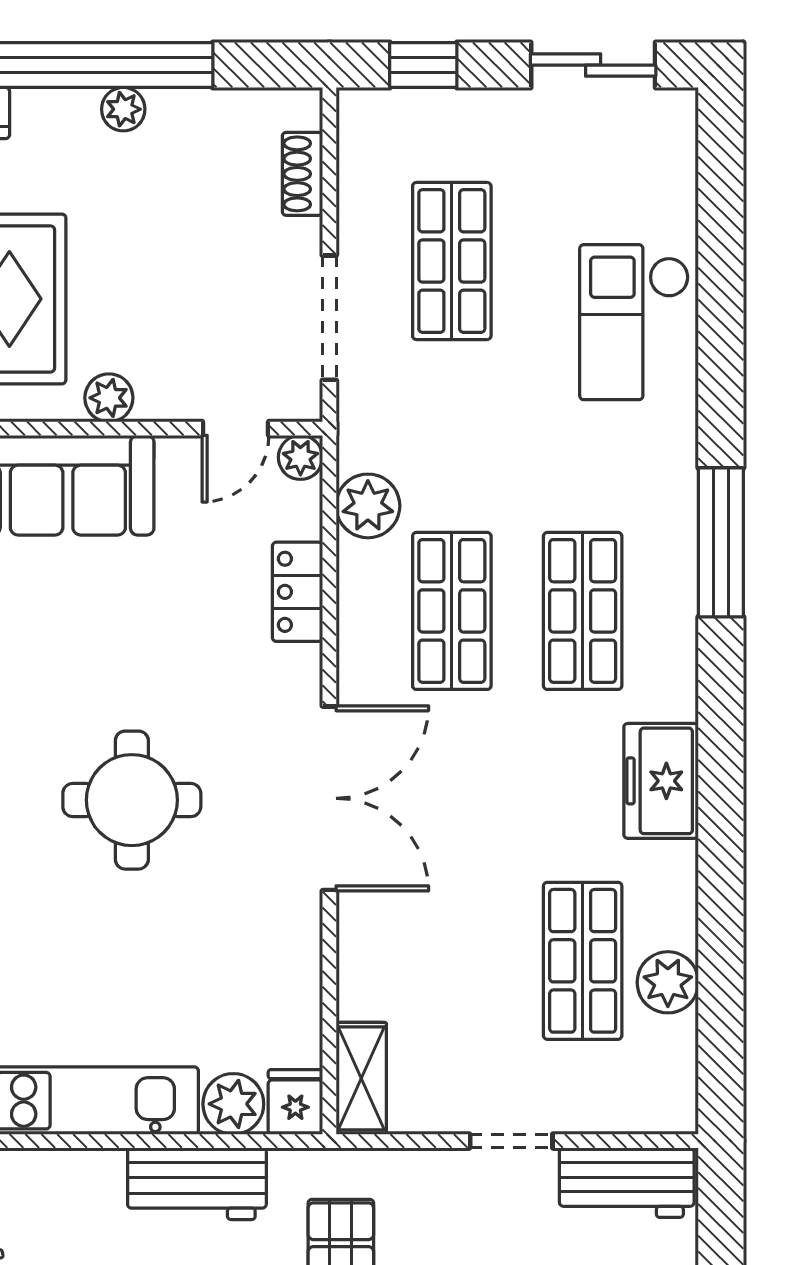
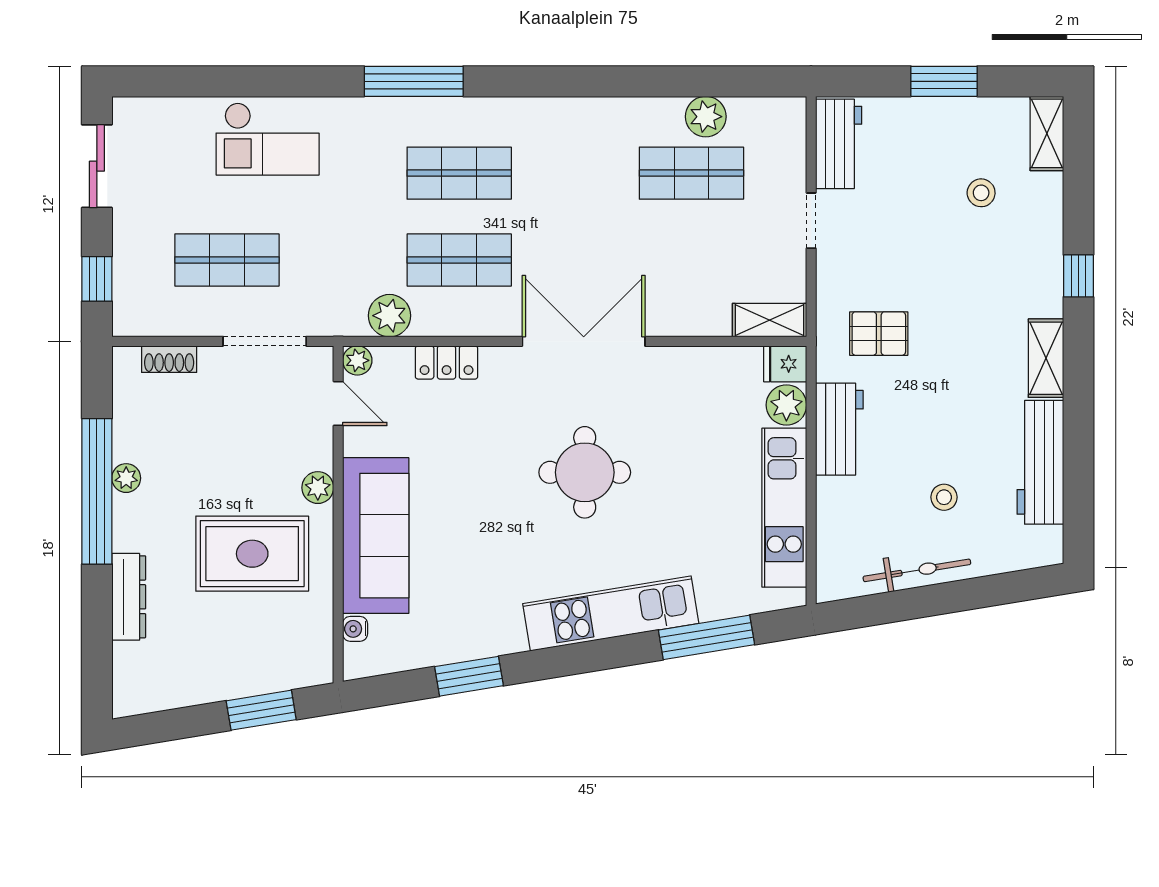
freezer: (661, 781) -> (572, 121), removed

